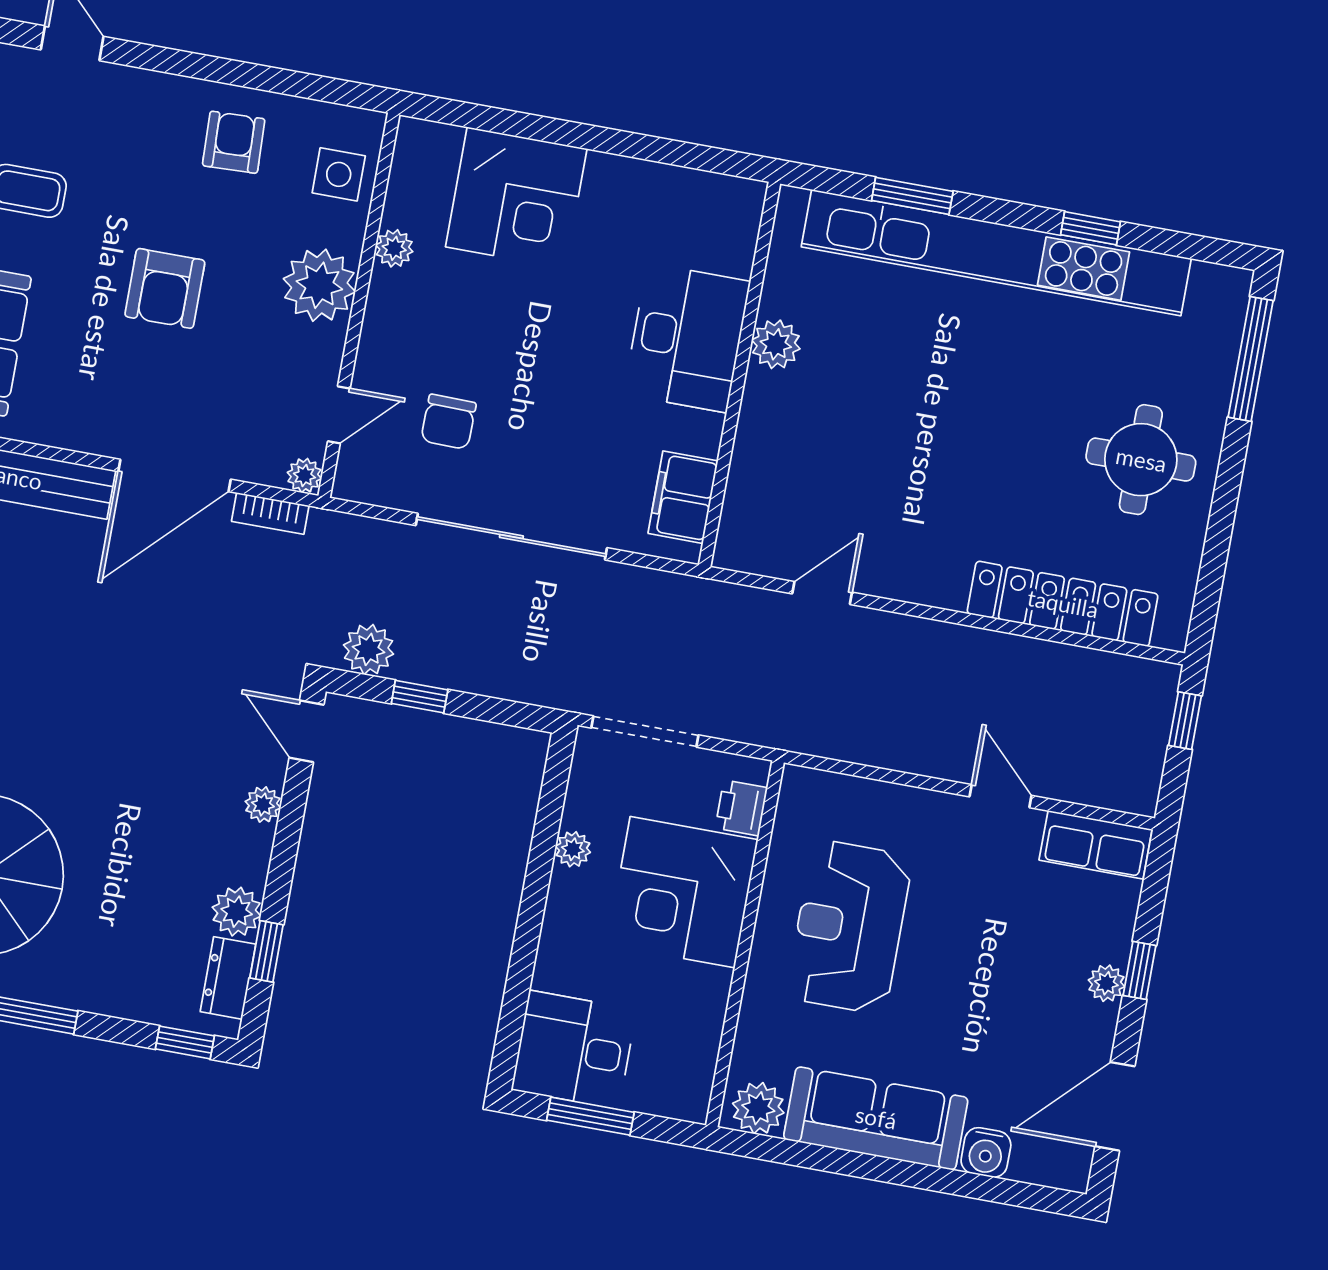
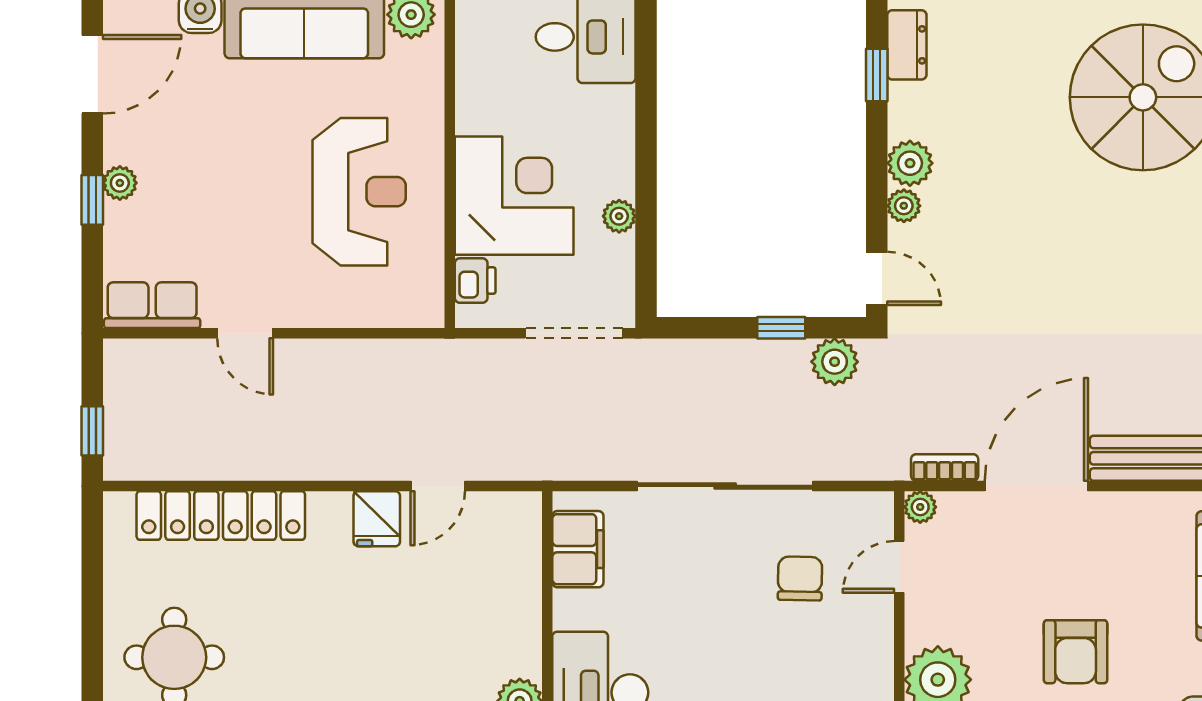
armchair: (165, 288) -> (1076, 652), turned 180
fridge: (895, 570) -> (377, 519), added
plant: (237, 912) -> (910, 163), moved

